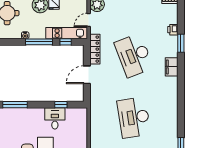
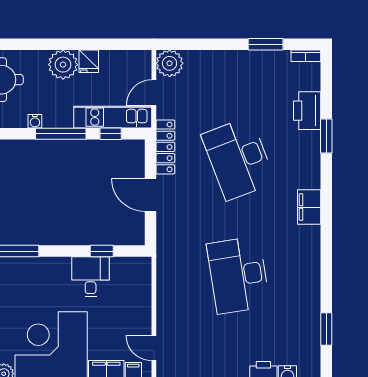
printer: (173, 30) -> (307, 111), width x1.87, depth x1.48
filing cabinet: (172, 67) -> (309, 207), moved
door: (87, 75) -> (150, 195), hinge flipped

